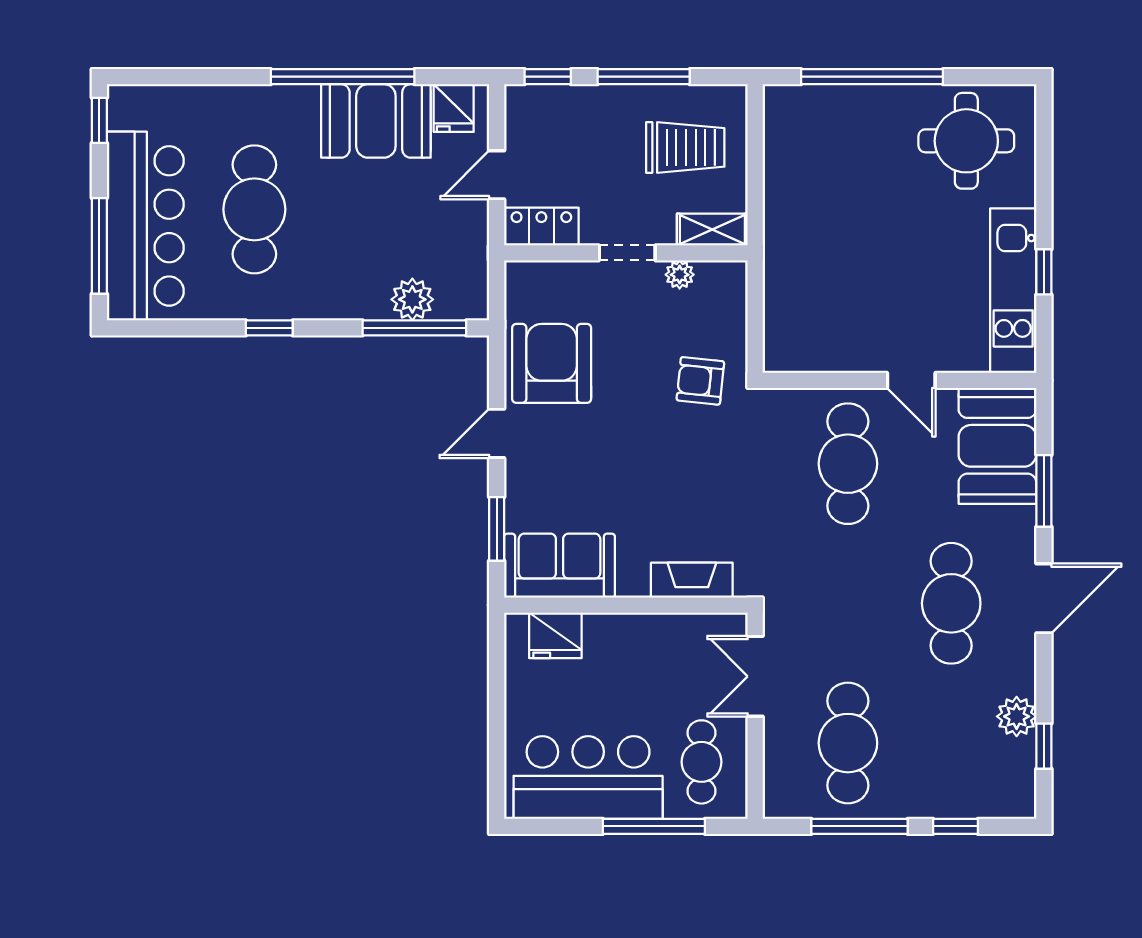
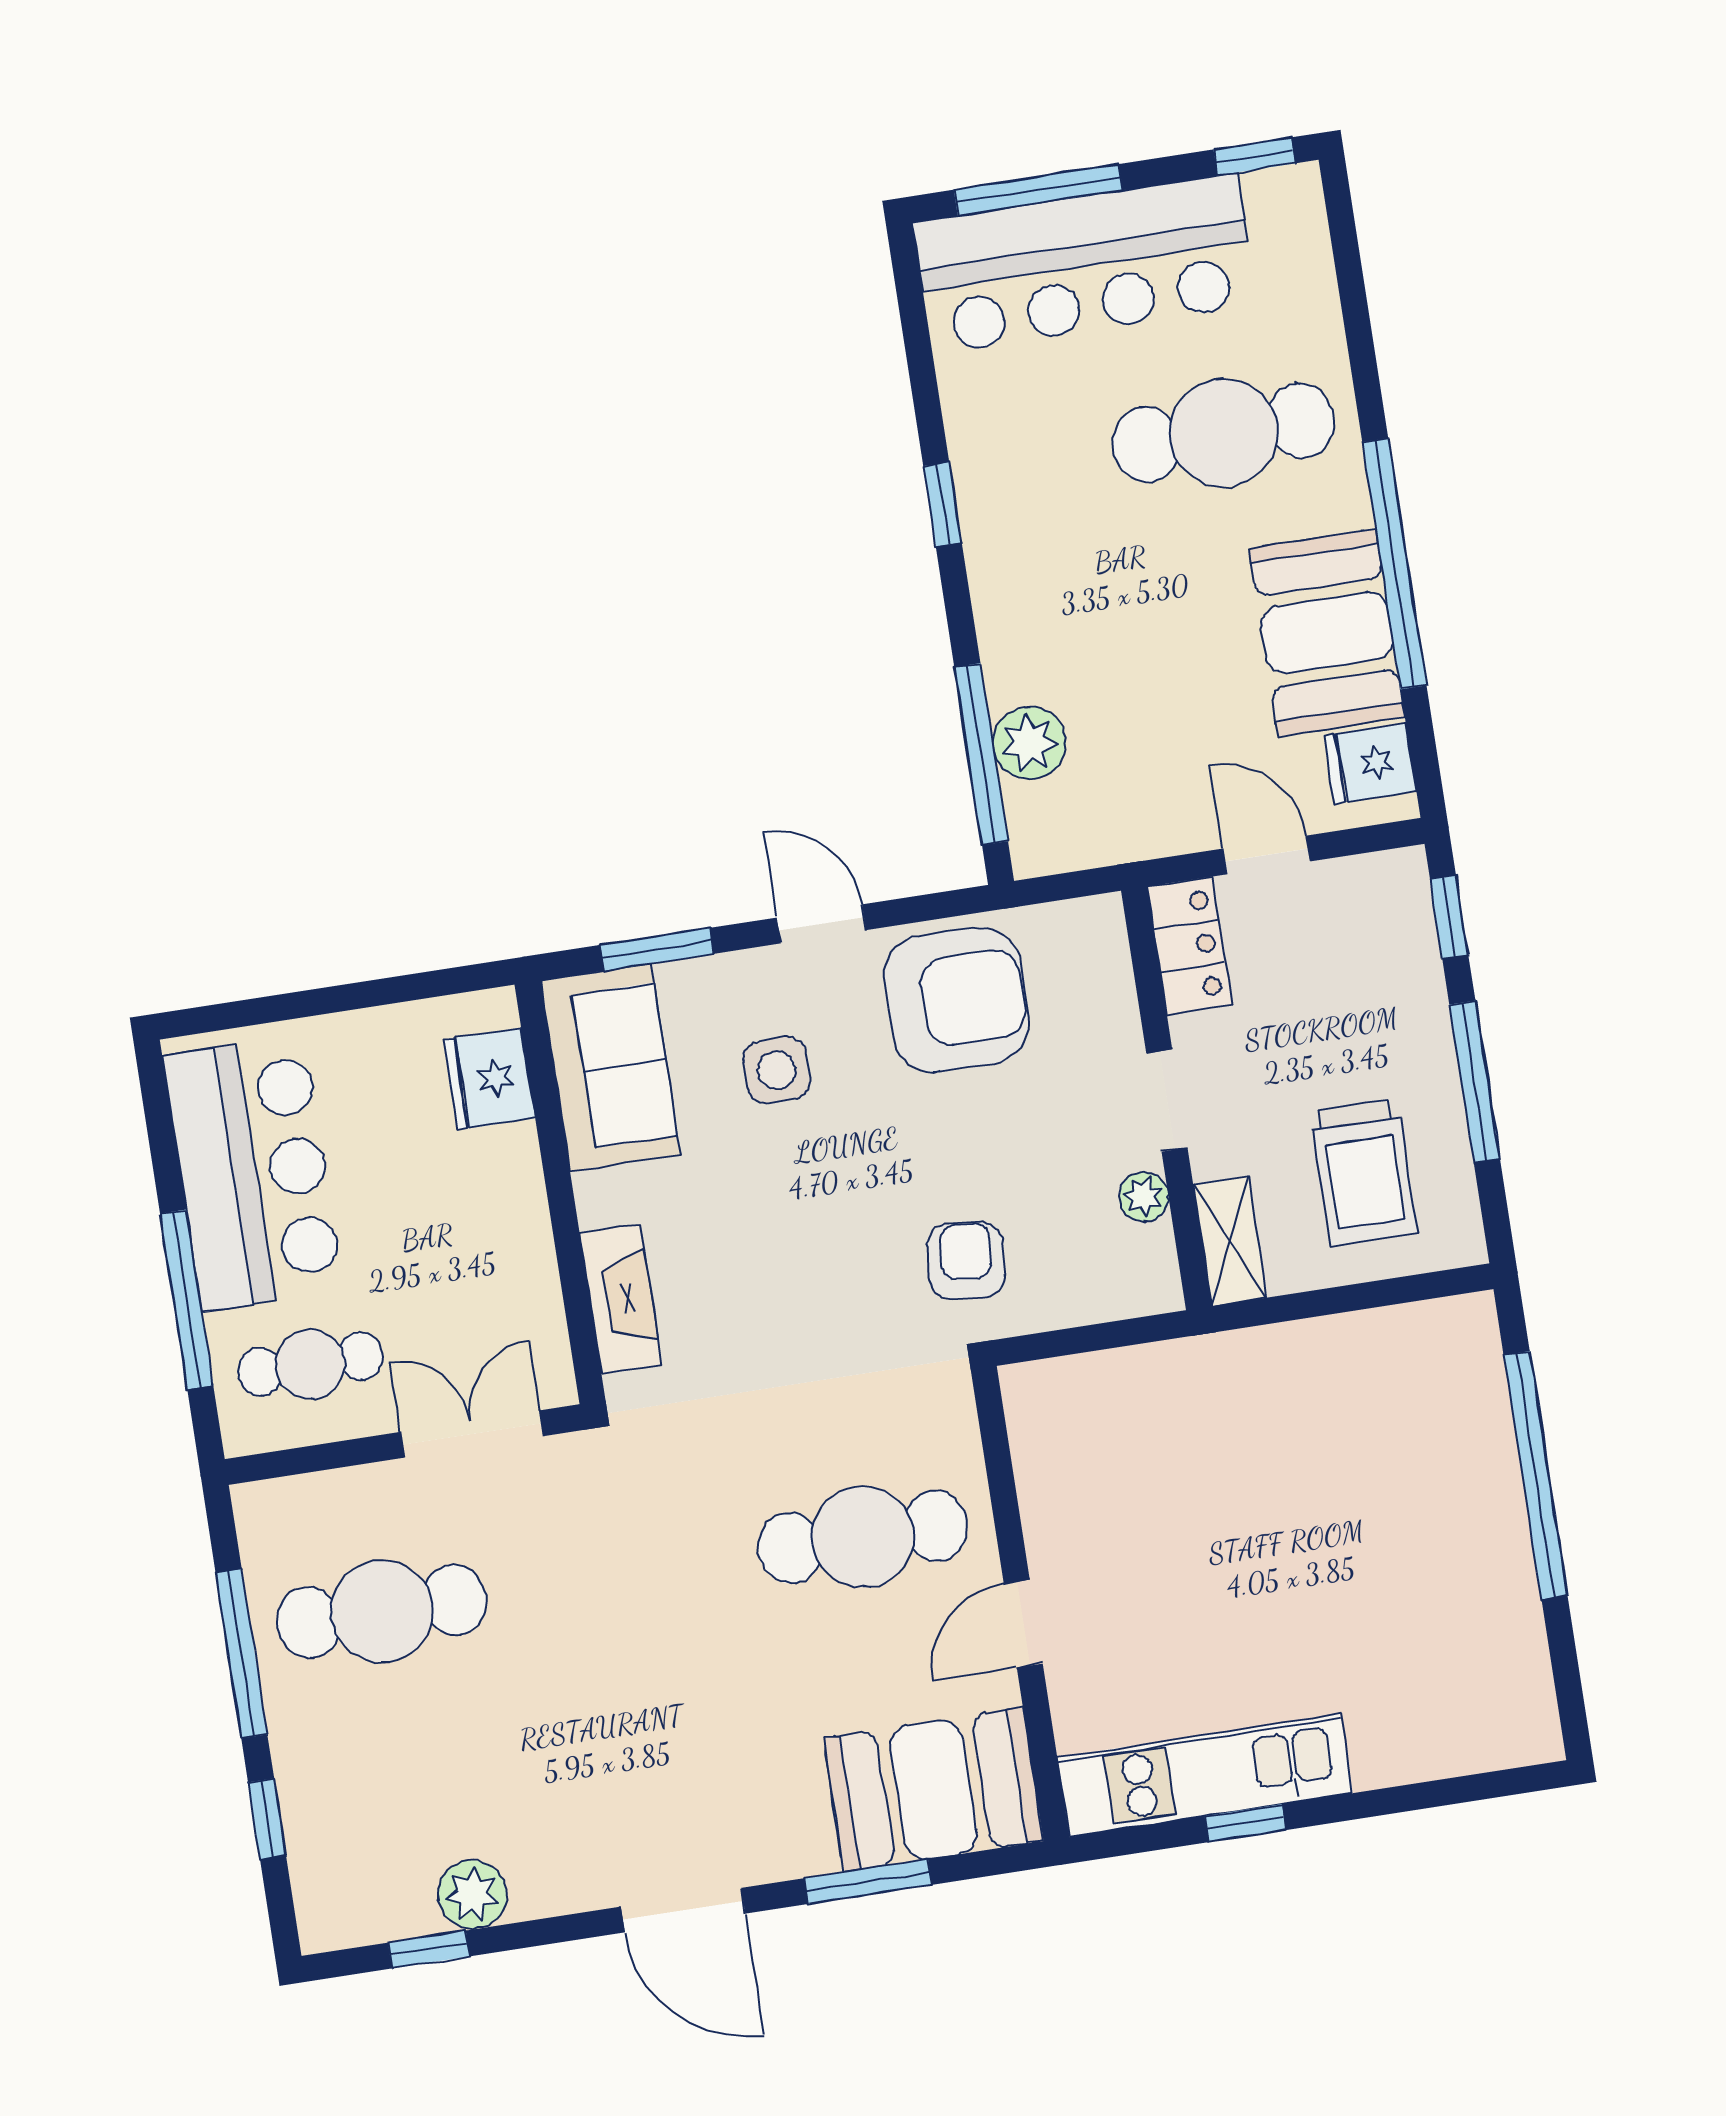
round table: (966, 141) -> (1450, 1655), removed
cafe table: (254, 209) -> (1223, 433), moved
side table: (576, 472) -> (777, 1070), added
cafe table: (951, 603) -> (650, 1752), removed

